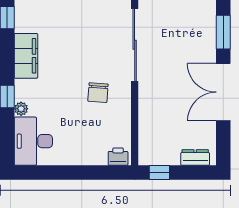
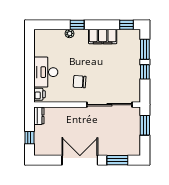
desk: (33, 141) -> (46, 72), moved, turned -90
dresser: (195, 158) -> (39, 116), moved
window: (159, 173) -> (29, 138), moved

